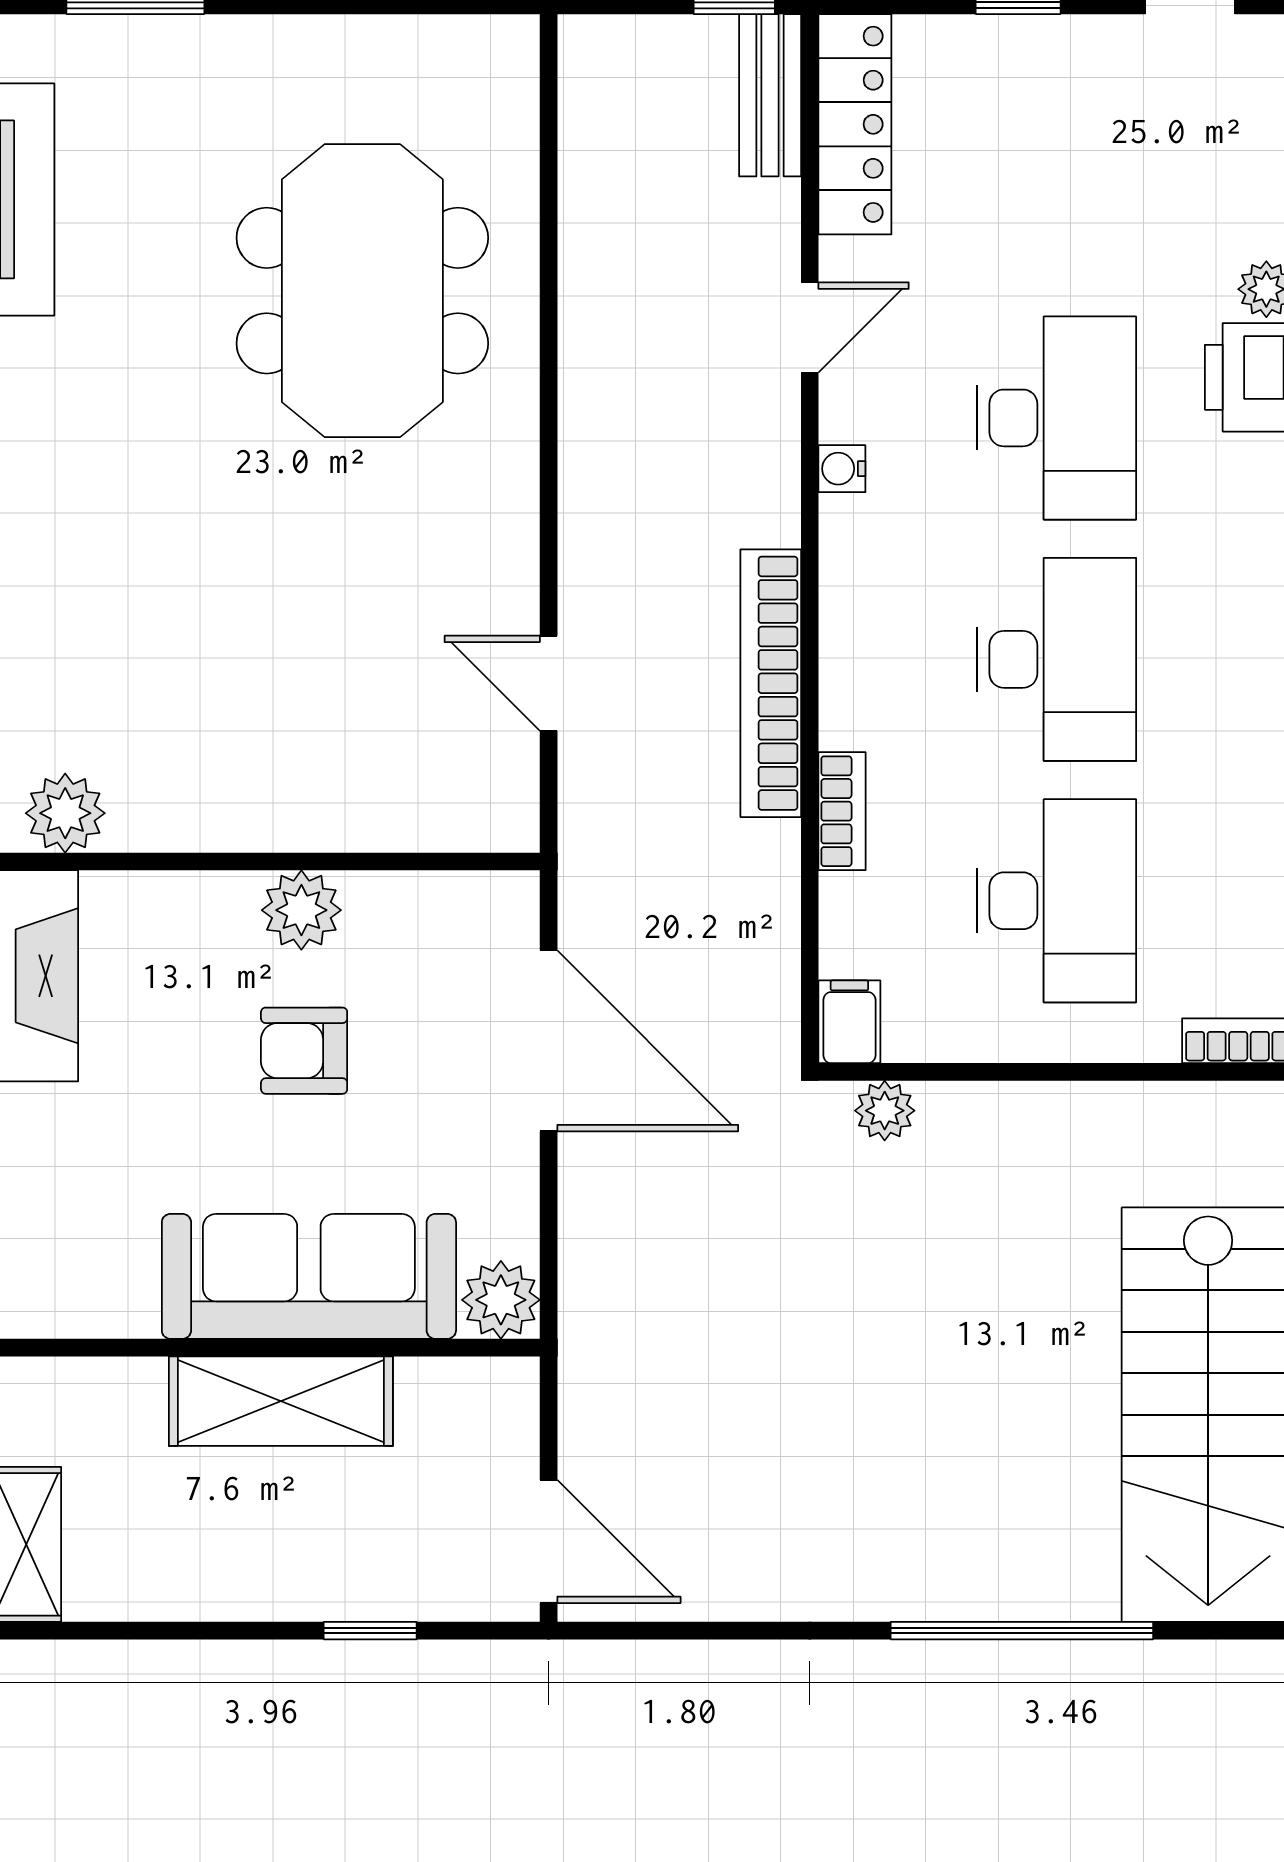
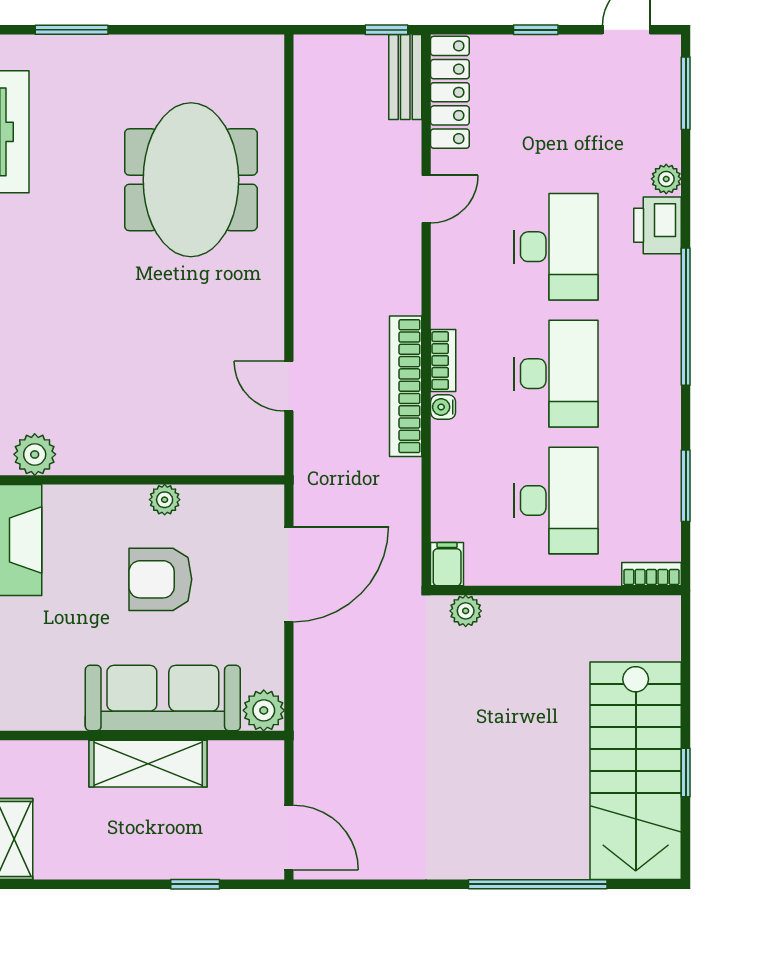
water cooler: (842, 469) -> (443, 407), moved
bookcase: (842, 811) -> (443, 361), moved
plant: (301, 910) -> (165, 500), width x0.73, depth x0.73
door: (549, 1041) -> (289, 574), hinge flipped
armchair: (304, 1051) -> (160, 579), width x1.38, depth x1.38

